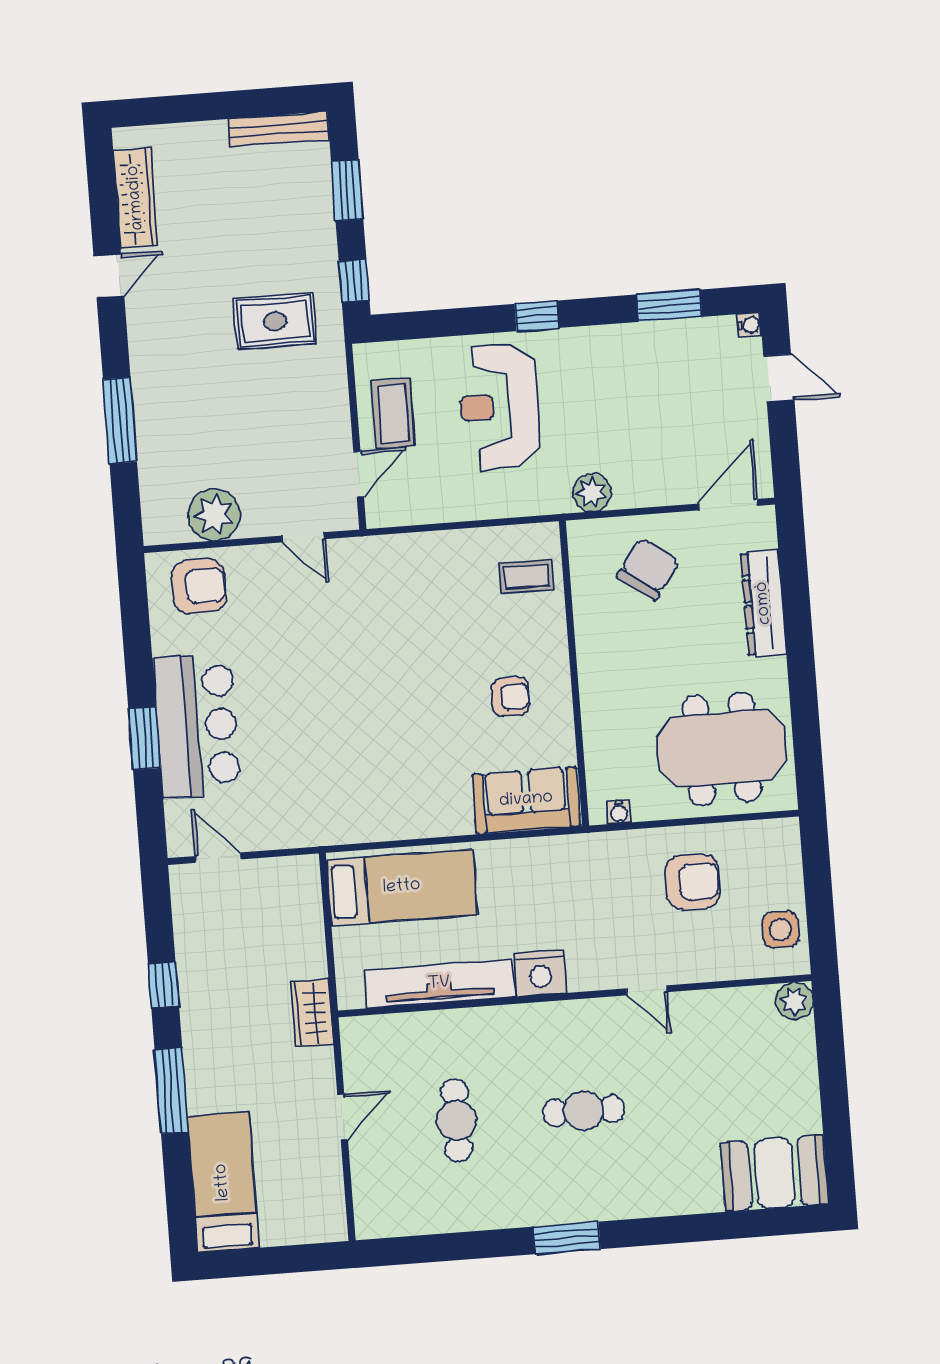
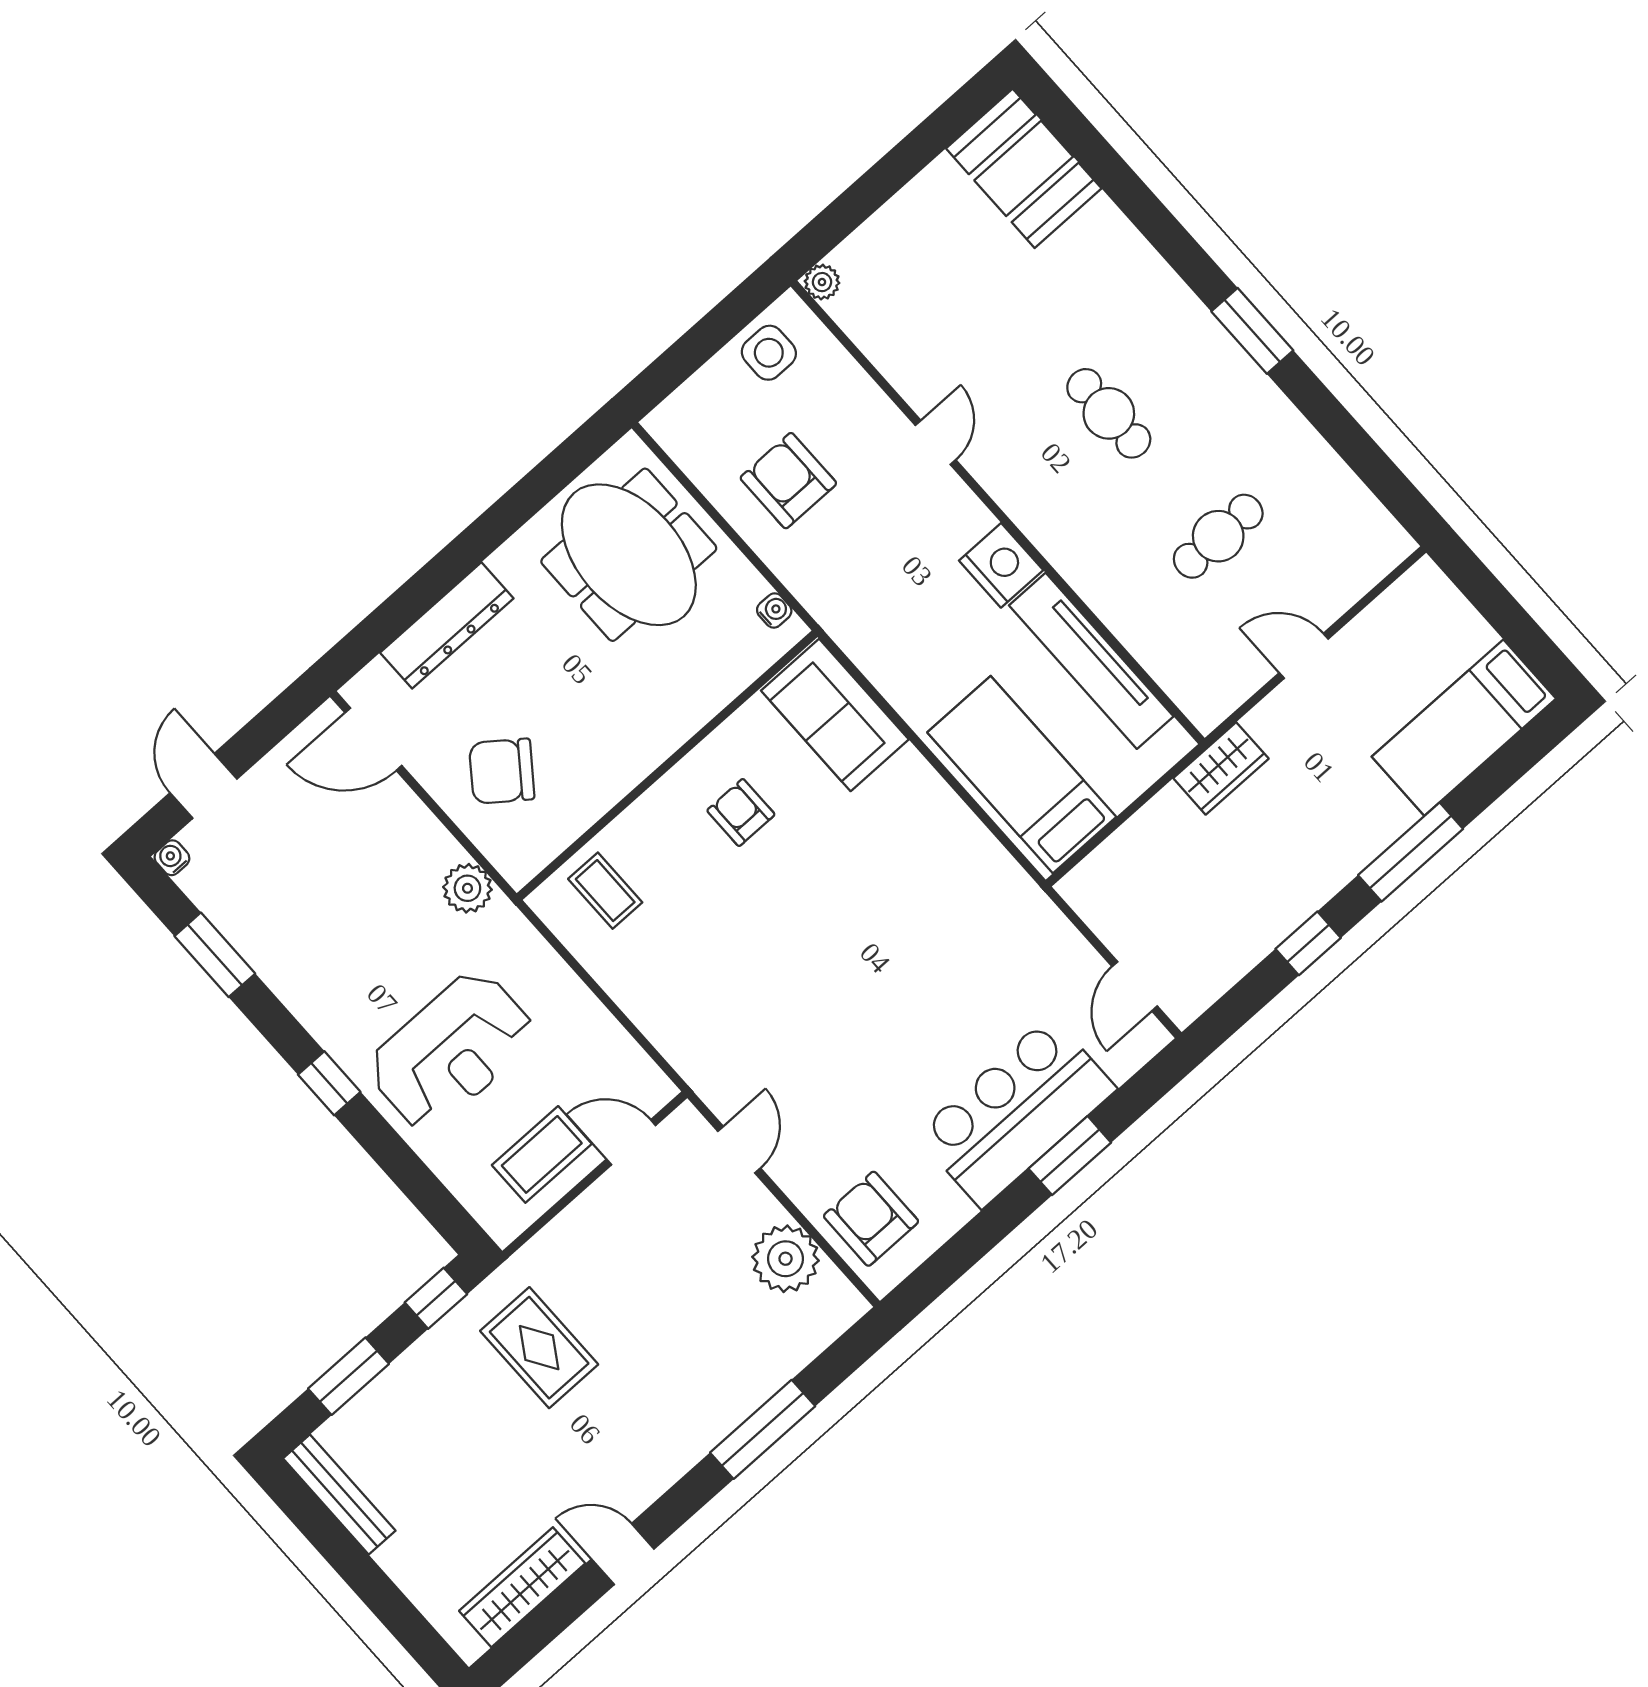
plant: (794, 1001) -> (822, 282), width x0.73, depth x0.73

